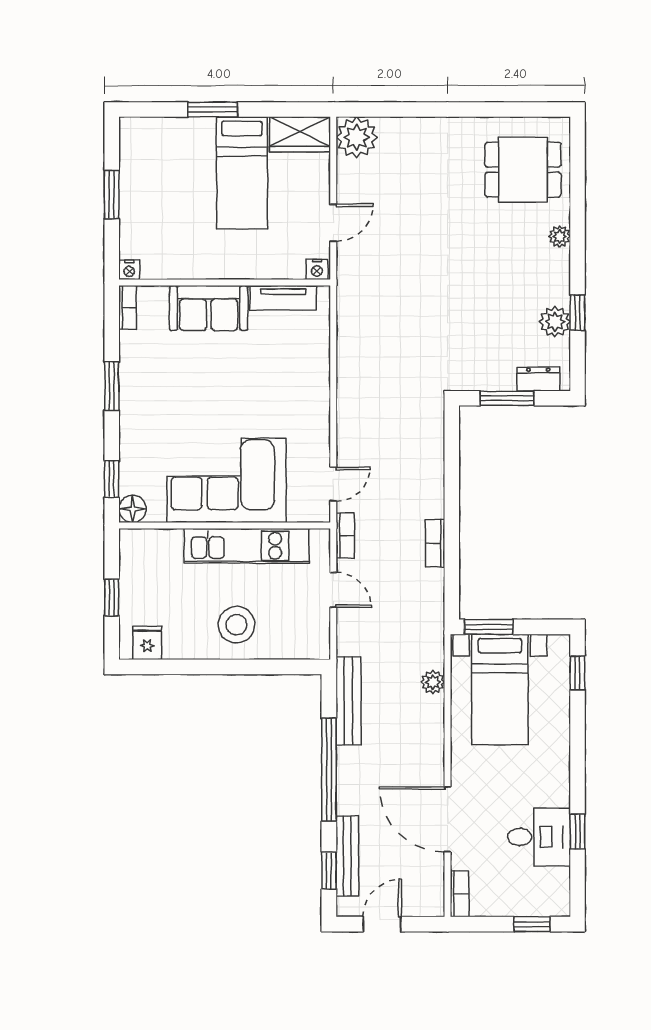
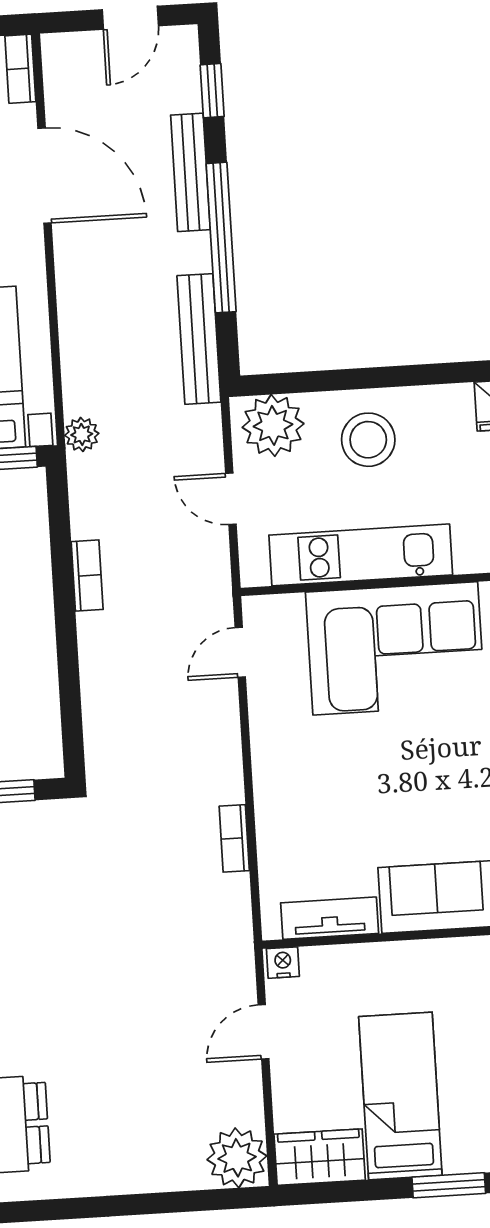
bookcase: (345, 535) -> (234, 838), moved
plant: (301, 638) -> (273, 425), added
plant: (433, 682) -> (82, 434), moved
bench: (347, 856) -> (190, 172), moved

